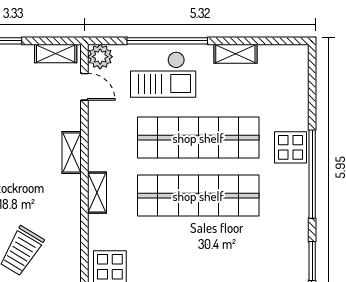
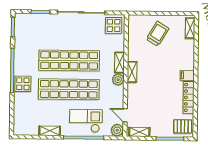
shelving: (72, 153) -> (132, 72), moved
plant: (99, 158) -> (118, 80), added

